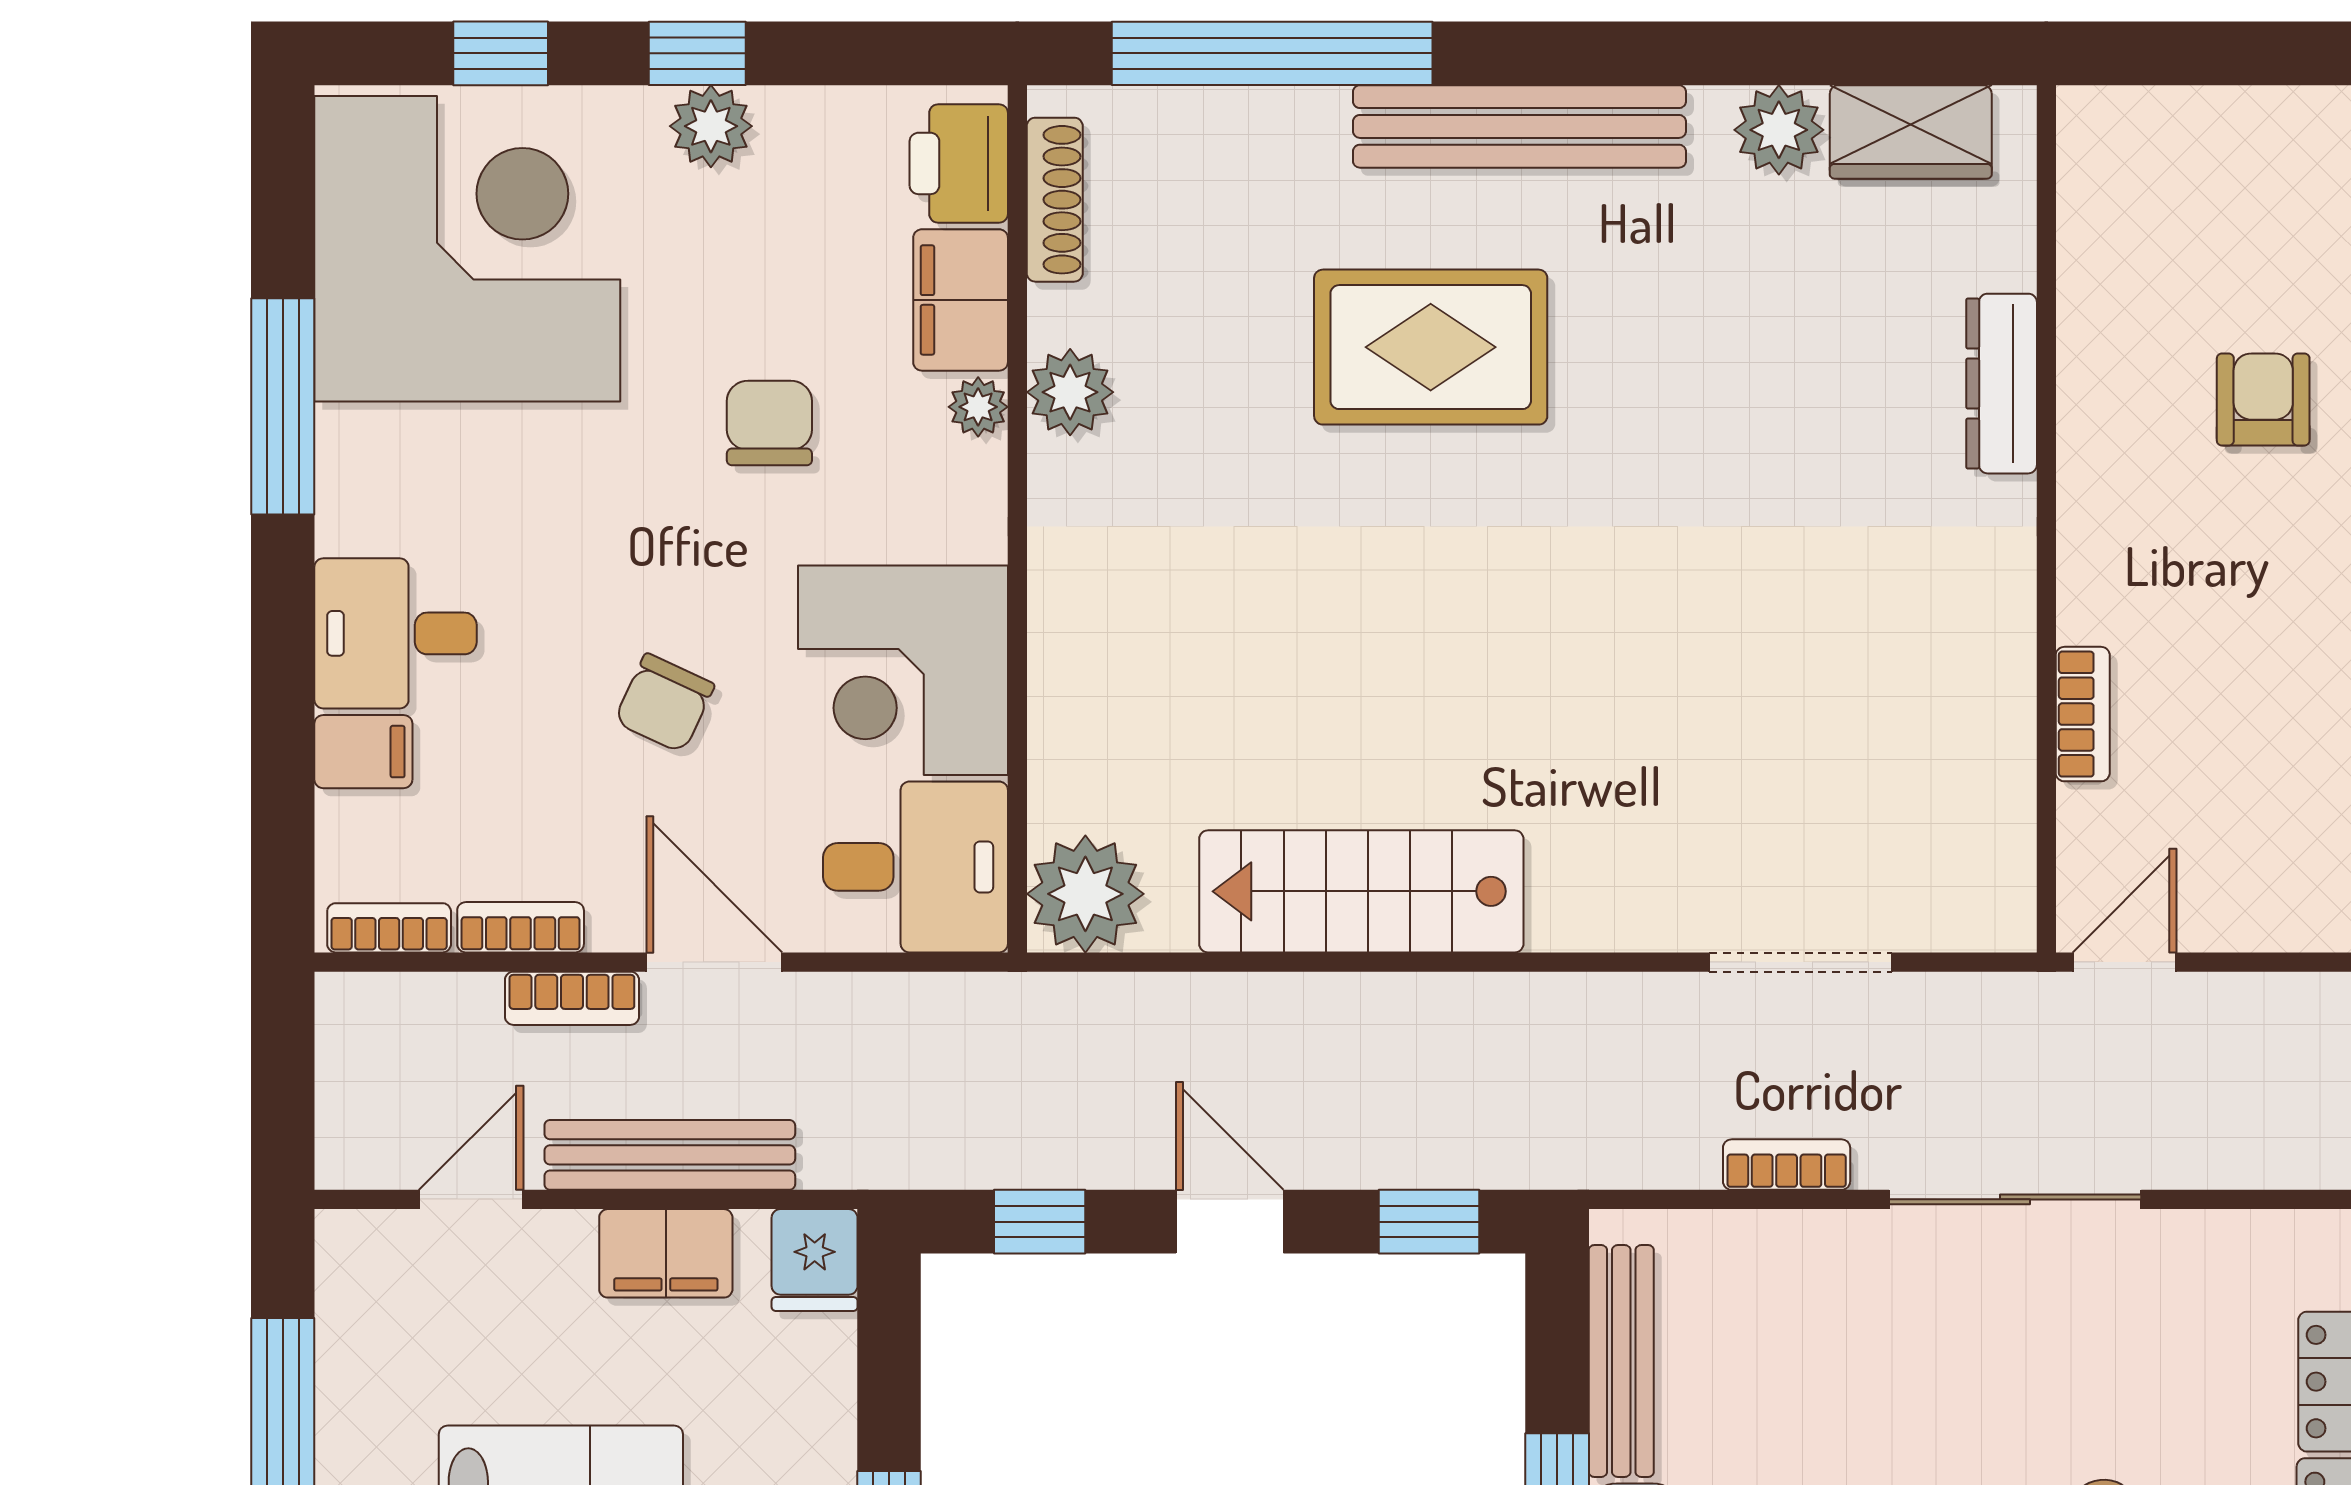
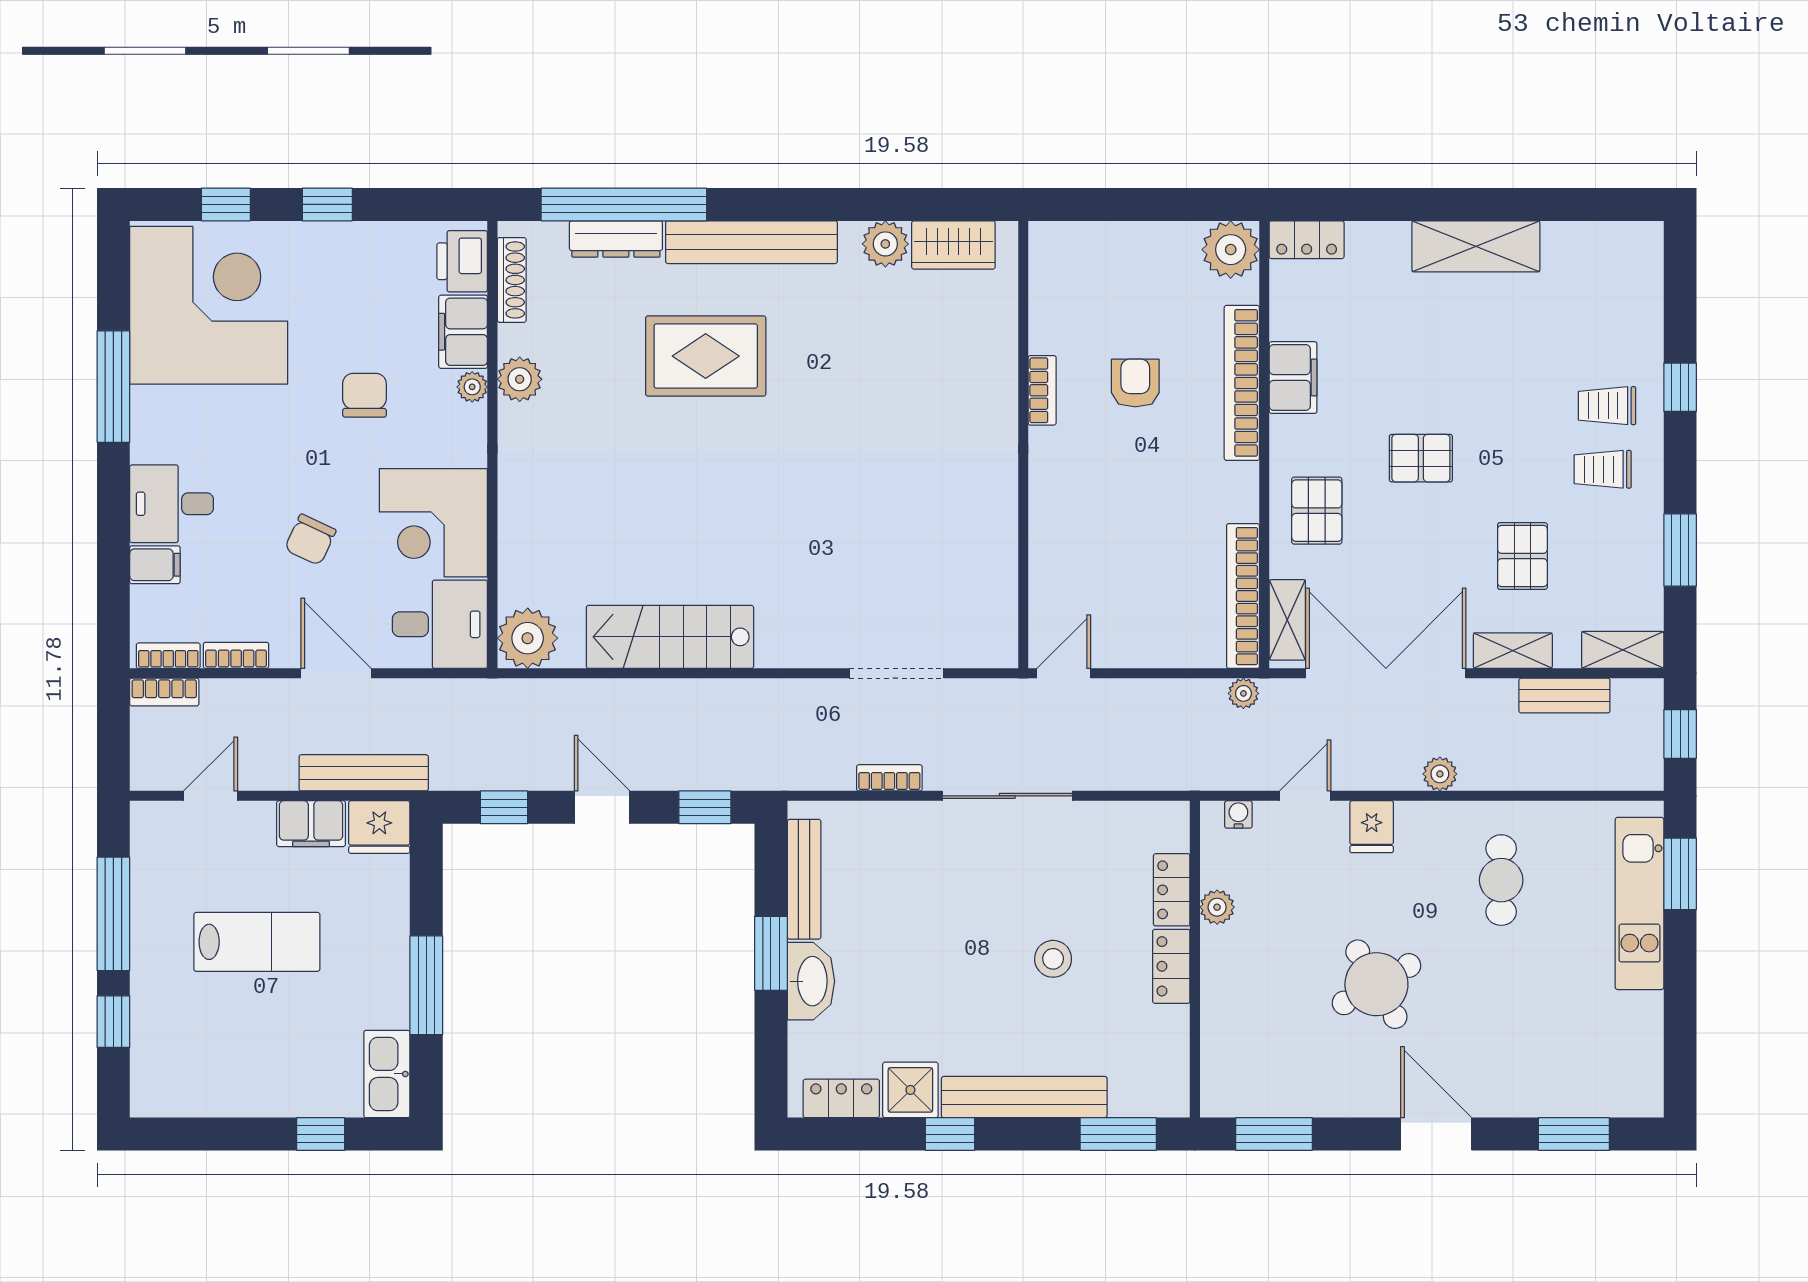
plant: (711, 126) -> (334, 242), removed
dresser: (2002, 384) -> (616, 239), moved, turned -90
bookcase: (2083, 714) -> (1042, 390), moved
bookcase: (572, 998) -> (164, 692), moved
bench: (670, 1155) -> (364, 773), moved
fridge: (815, 1260) -> (379, 827), width x1.38

